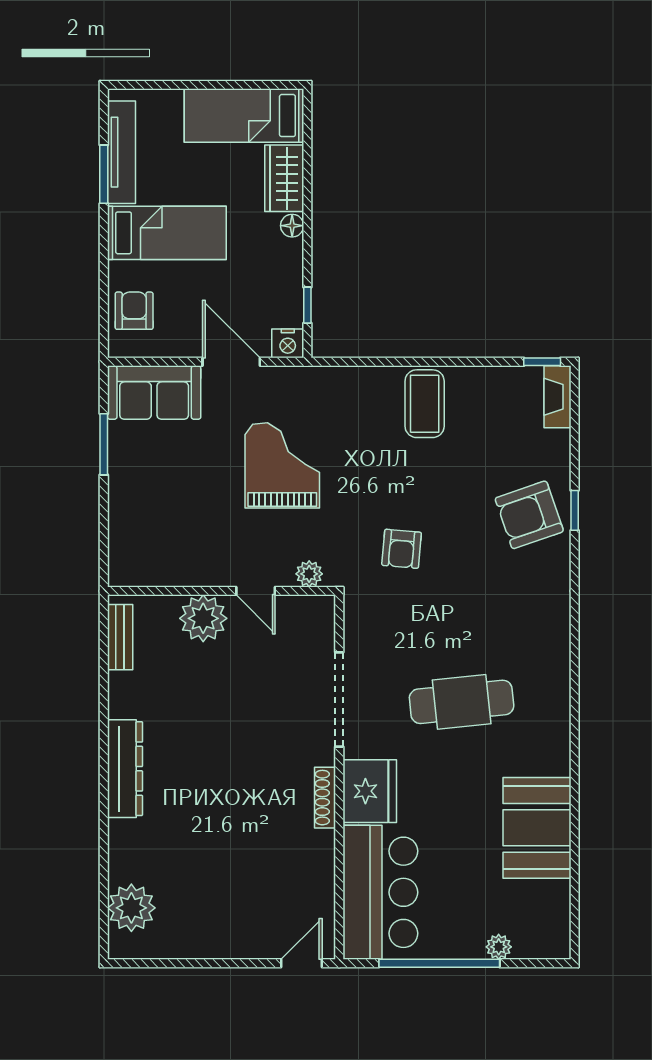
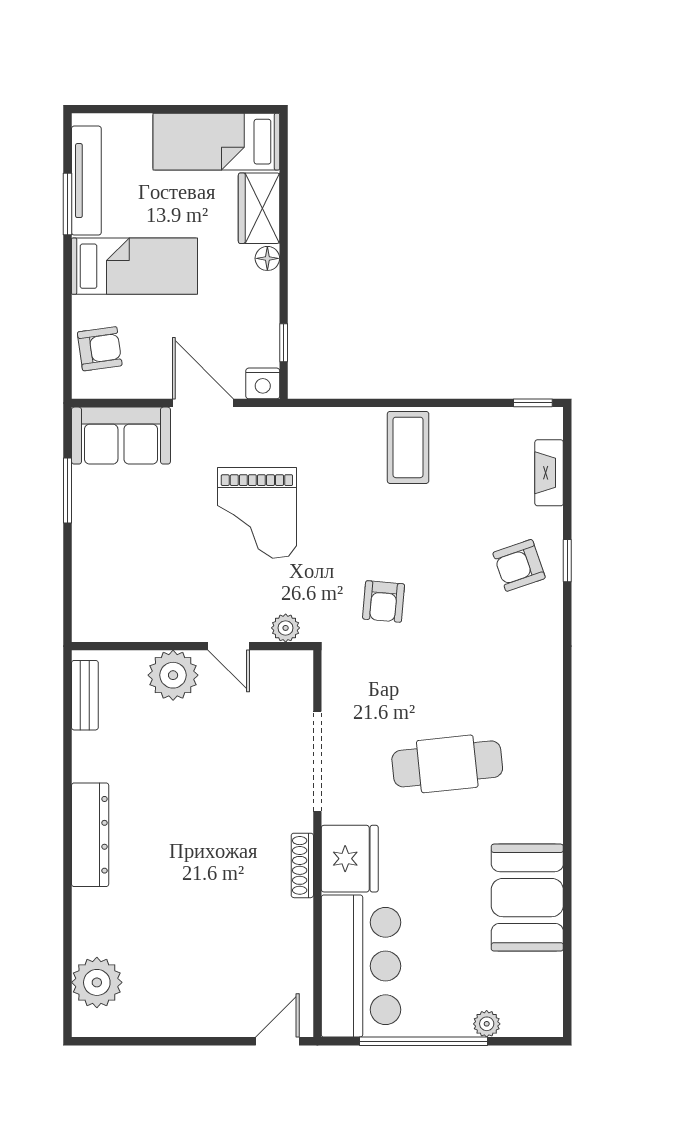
armchair: (134, 311) -> (100, 349), turned 82
fireplace: (558, 397) -> (549, 473), moved
grand piano: (282, 465) -> (257, 513), turned 180
armchair: (529, 515) -> (519, 565), width x0.72, depth x0.72

